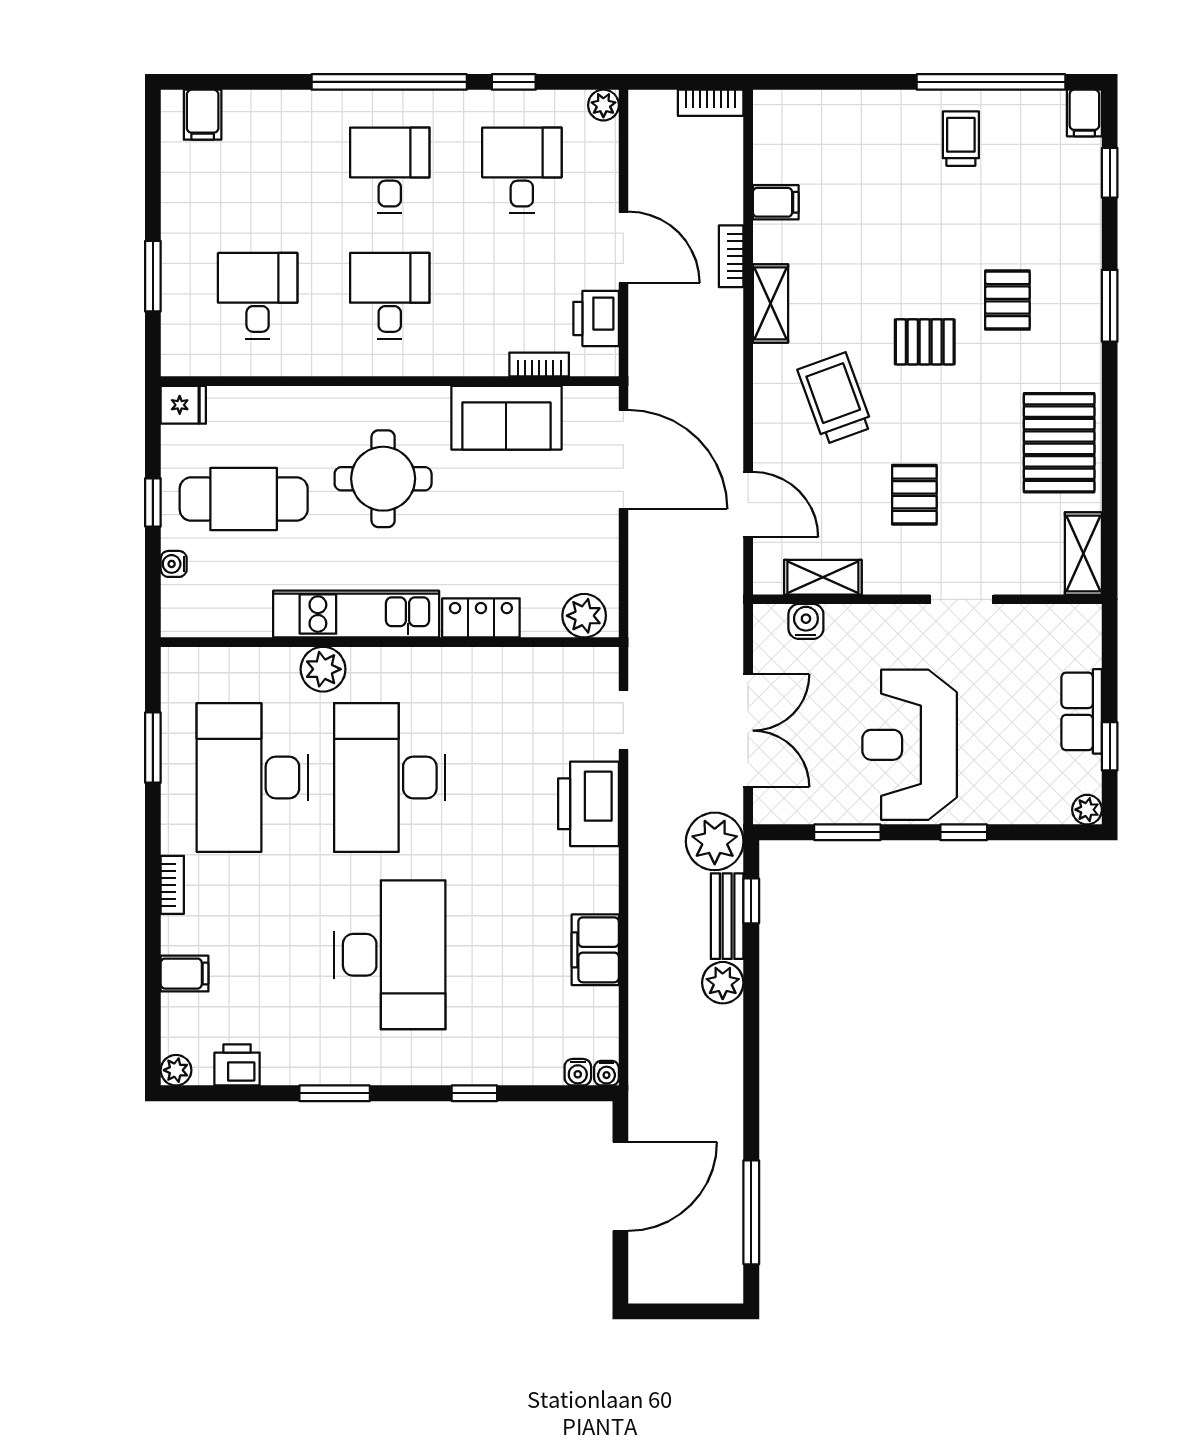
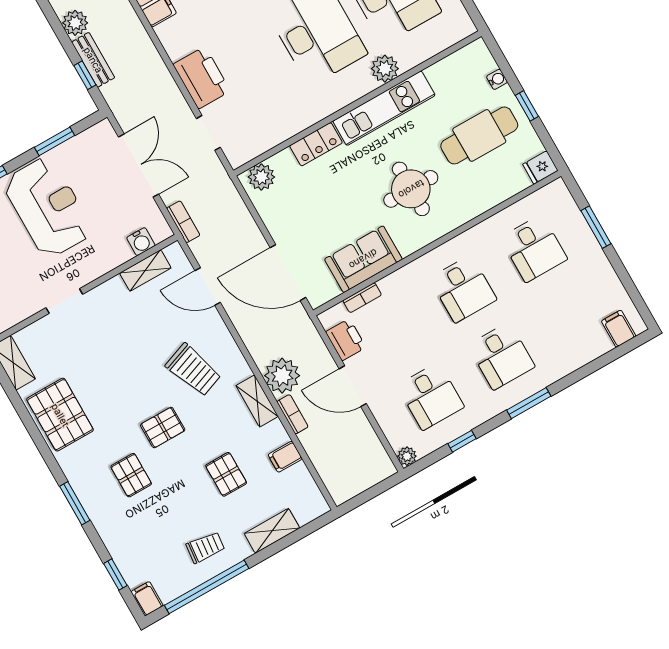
window: (389, 82) -> (529, 403), width x0.47
bookcase: (711, 103) -> (183, 222), moved, turned 90
shelving: (854, 108) -> (272, 531), added
trolley: (961, 139) -> (205, 547), turned -84
pallet: (914, 495) -> (226, 474), moved
double door: (748, 731) -> (139, 166), swing flipped
plant: (715, 841) -> (282, 376), moved

